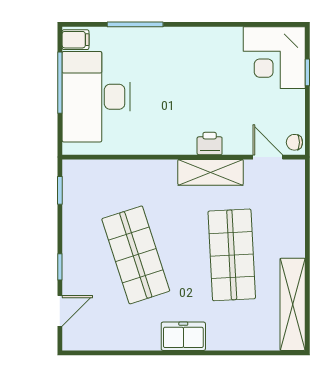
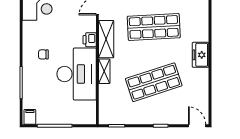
chair: (184, 63) -> (43, 54), added
desk: (96, 97) -> (77, 74), moved, turned -90
shelving: (155, 169) -> (104, 71), added
door: (60, 311) -> (197, 126), moved

